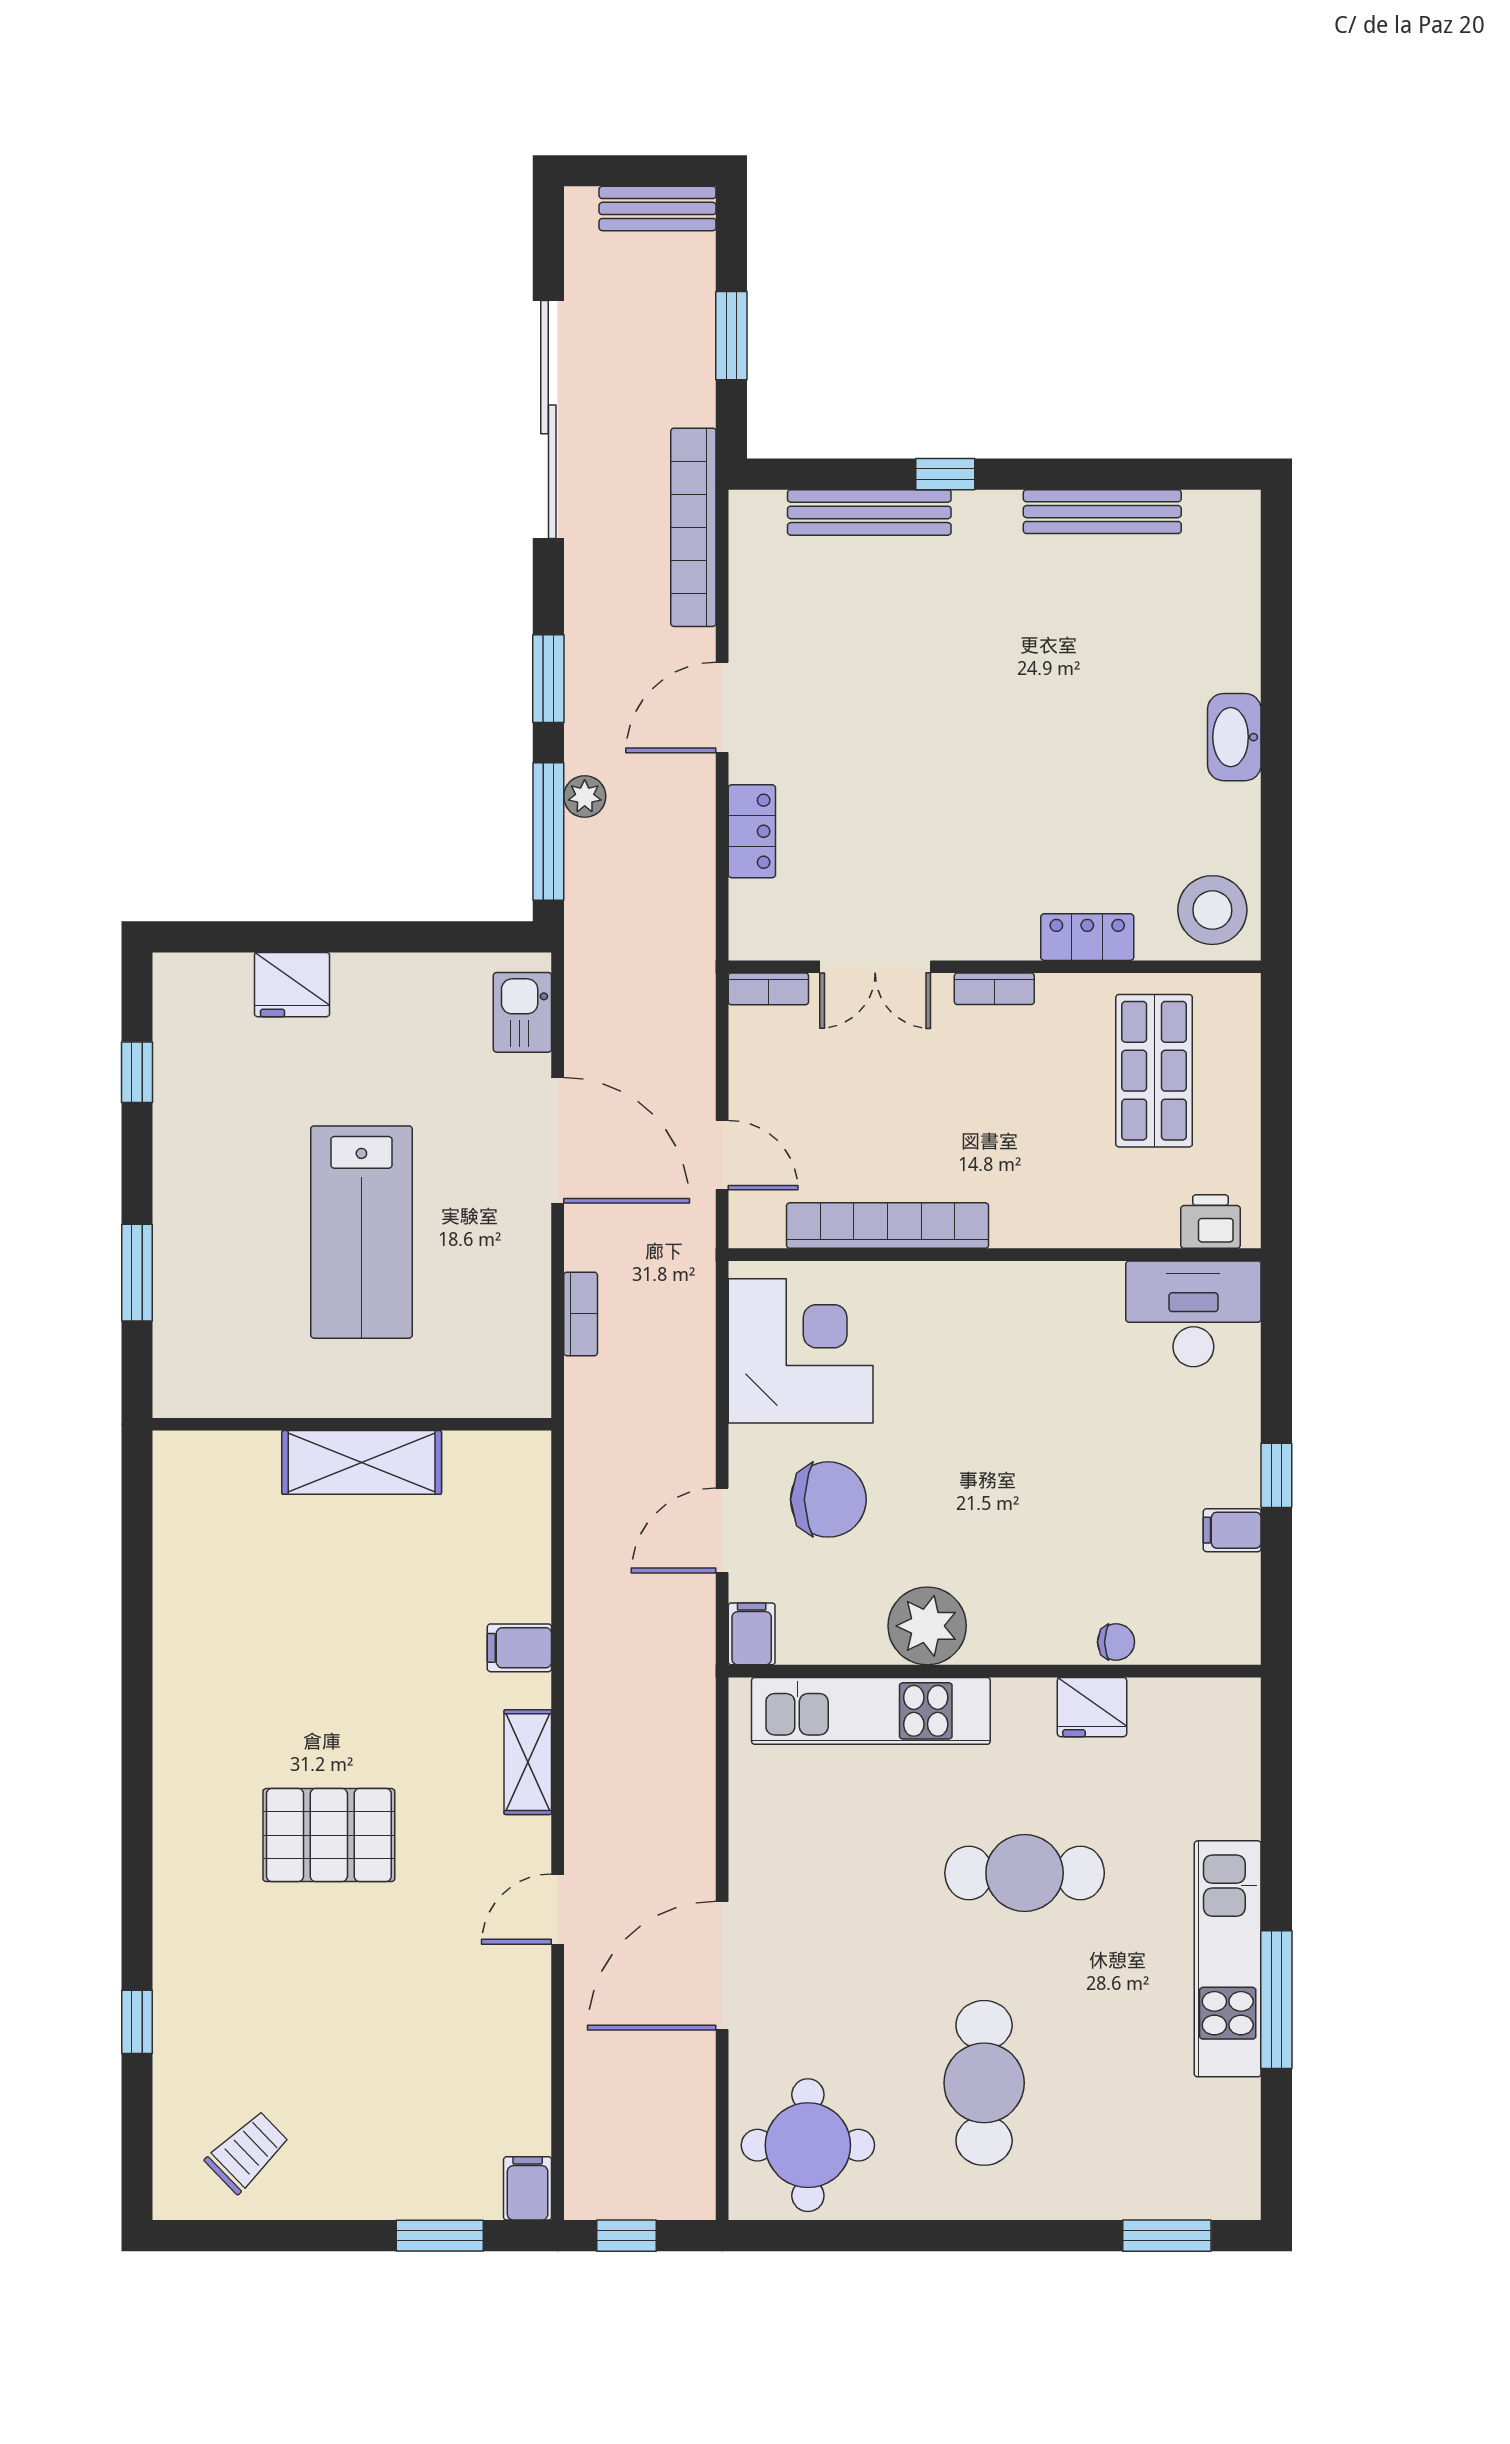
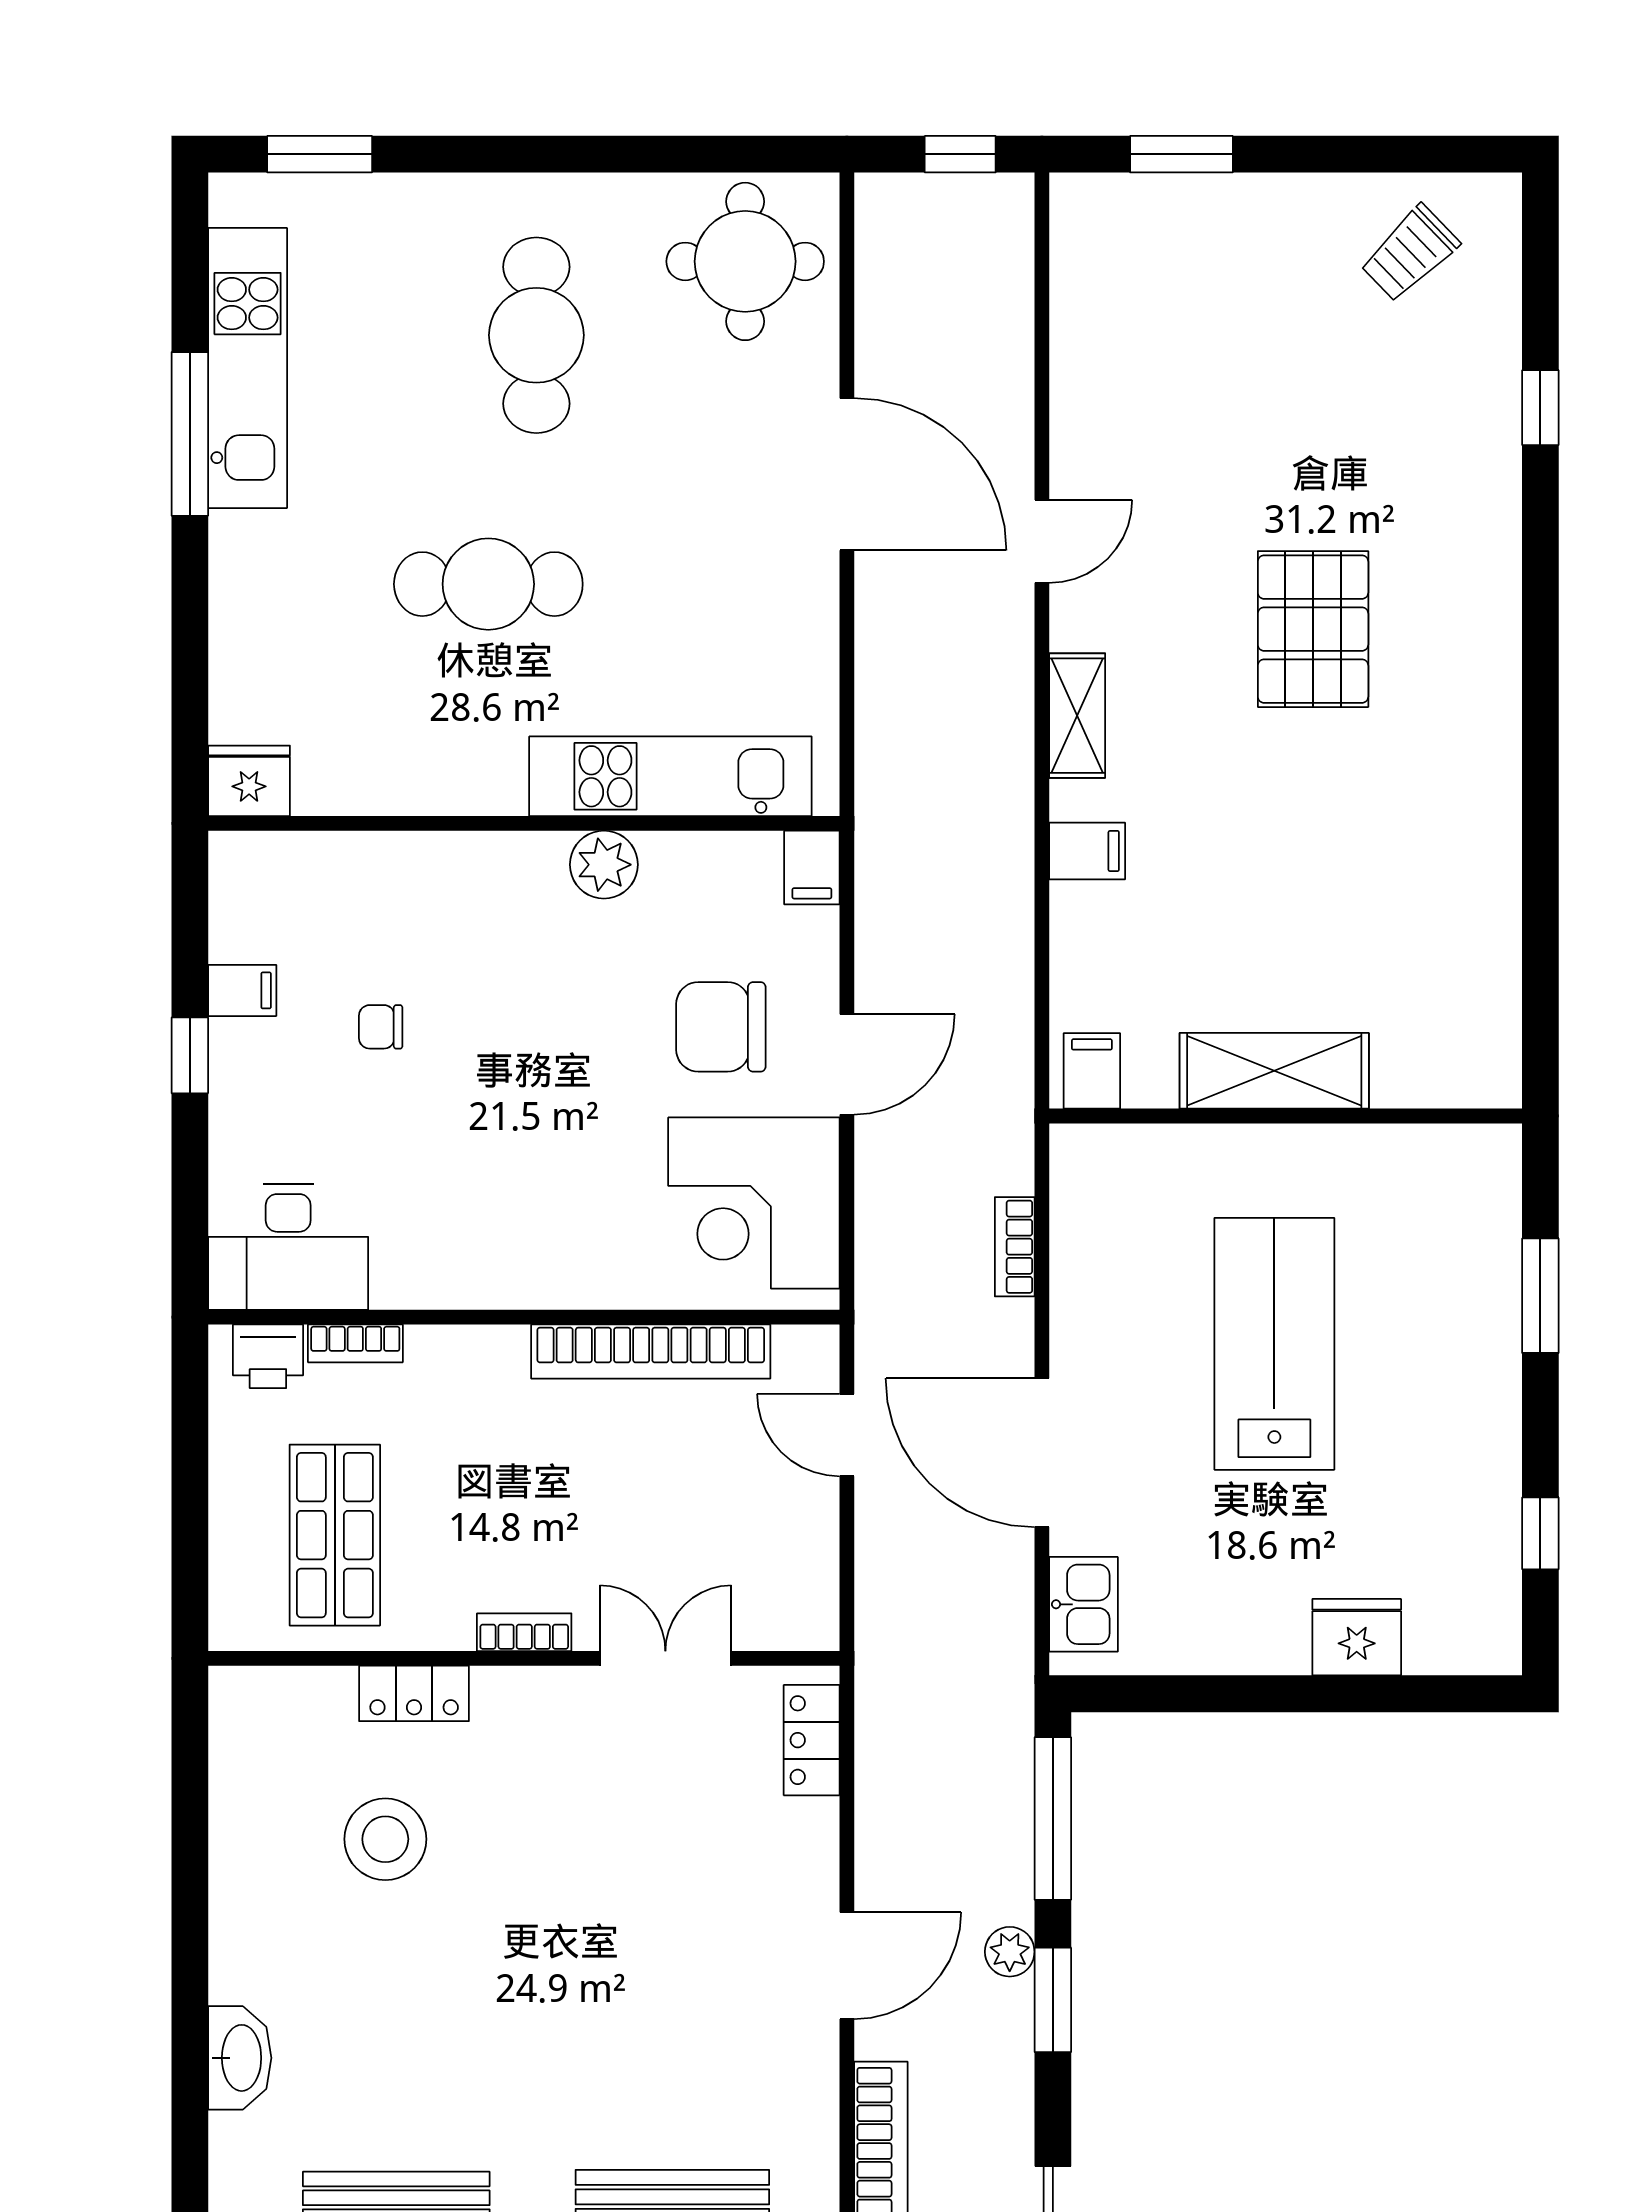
washbasin: (1234, 737) -> (240, 2058), moved
plant: (585, 796) -> (1010, 1952), moved
locker: (752, 831) -> (812, 1740), moved
stool: (1212, 910) -> (385, 1839), moved
bookcase: (768, 989) -> (355, 1343), moved, turned 180
door: (722, 1530) -> (847, 1064), moved
plant: (927, 1626) -> (604, 865), width x0.73, depth x0.73
chair: (1116, 1642) -> (381, 1027), moved
fridge: (1092, 1707) -> (249, 781), moved
pallet: (329, 1835) -> (1313, 629), turned 90
kitchen unit: (1228, 1959) -> (248, 368), moved
door: (722, 1966) -> (847, 474), hinge flipped
filing cabinet: (528, 2188) -> (1092, 1071), moved, turned 180

